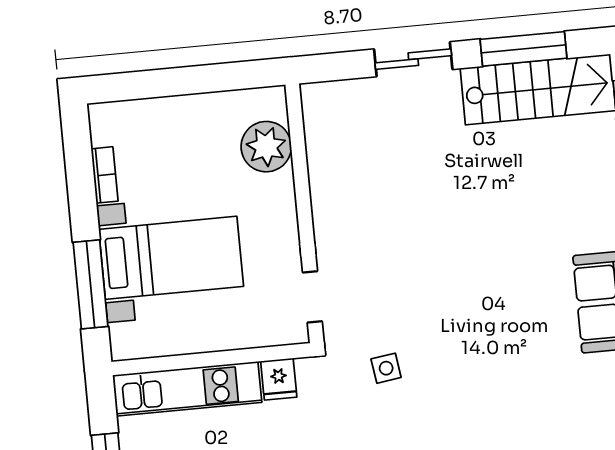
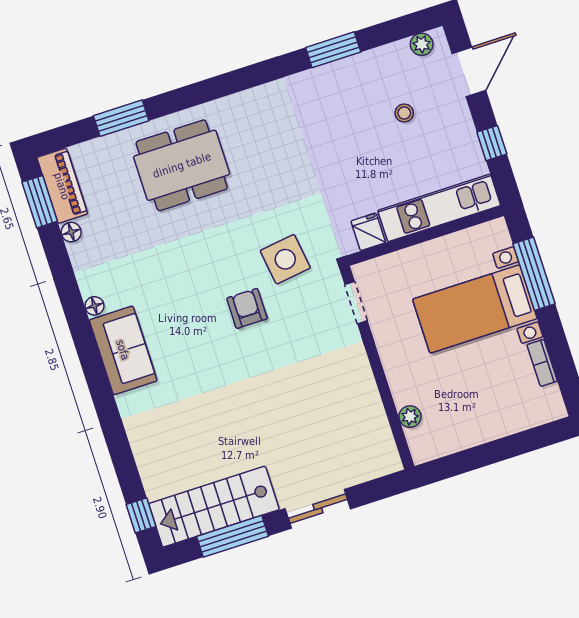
plant: (266, 147) -> (410, 417), width x0.53, depth x0.53
armchair: (445, 319) -> (247, 308), added
side table: (386, 368) -> (285, 259), width x1.87, depth x1.87

